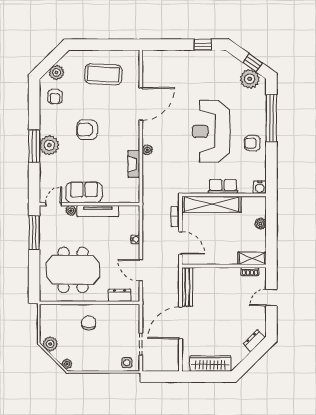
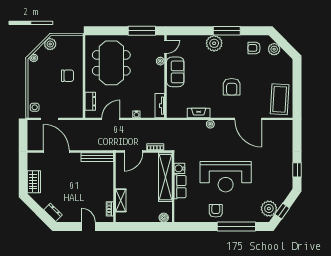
coffee table: (103, 74) -> (280, 99), moved
armchair: (87, 130) -> (232, 87), moved, turned 180
reception desk: (211, 131) -> (226, 177), turned 180
window: (34, 146) -> (227, 31), moved
water cooler: (260, 187) -> (179, 168), moved
door: (54, 204) -> (166, 47), hinge flipped
tv unit: (98, 211) -> (160, 106), moved, width x0.71
boiler: (261, 224) -> (164, 218), moved
shelving: (252, 258) -> (121, 200), moved
door: (180, 323) -> (56, 151), moved
wardrobe: (210, 364) -> (34, 182), width x0.67

